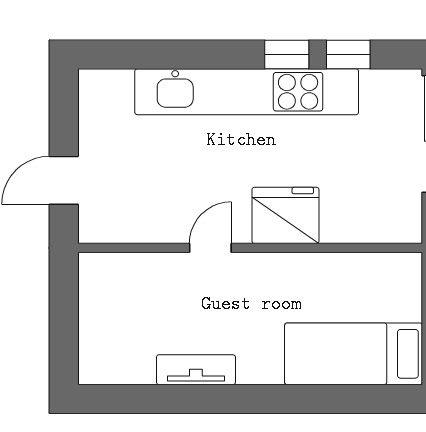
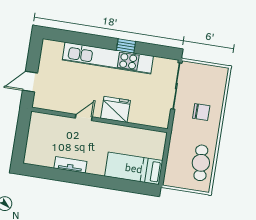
window: (348, 55) -> (150, 50), removed

